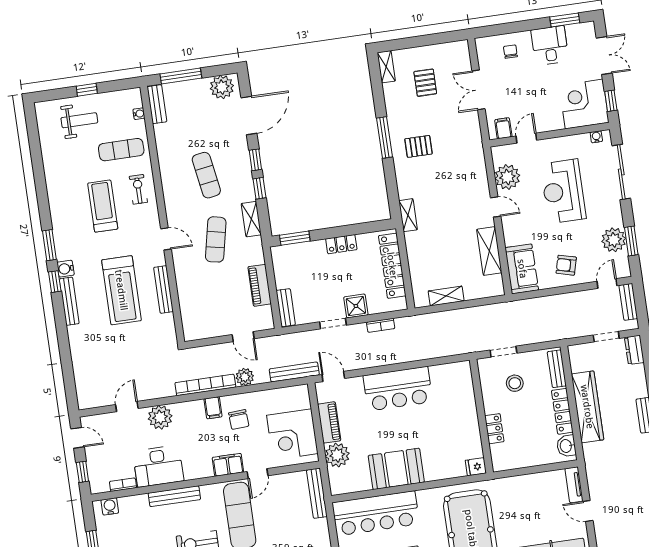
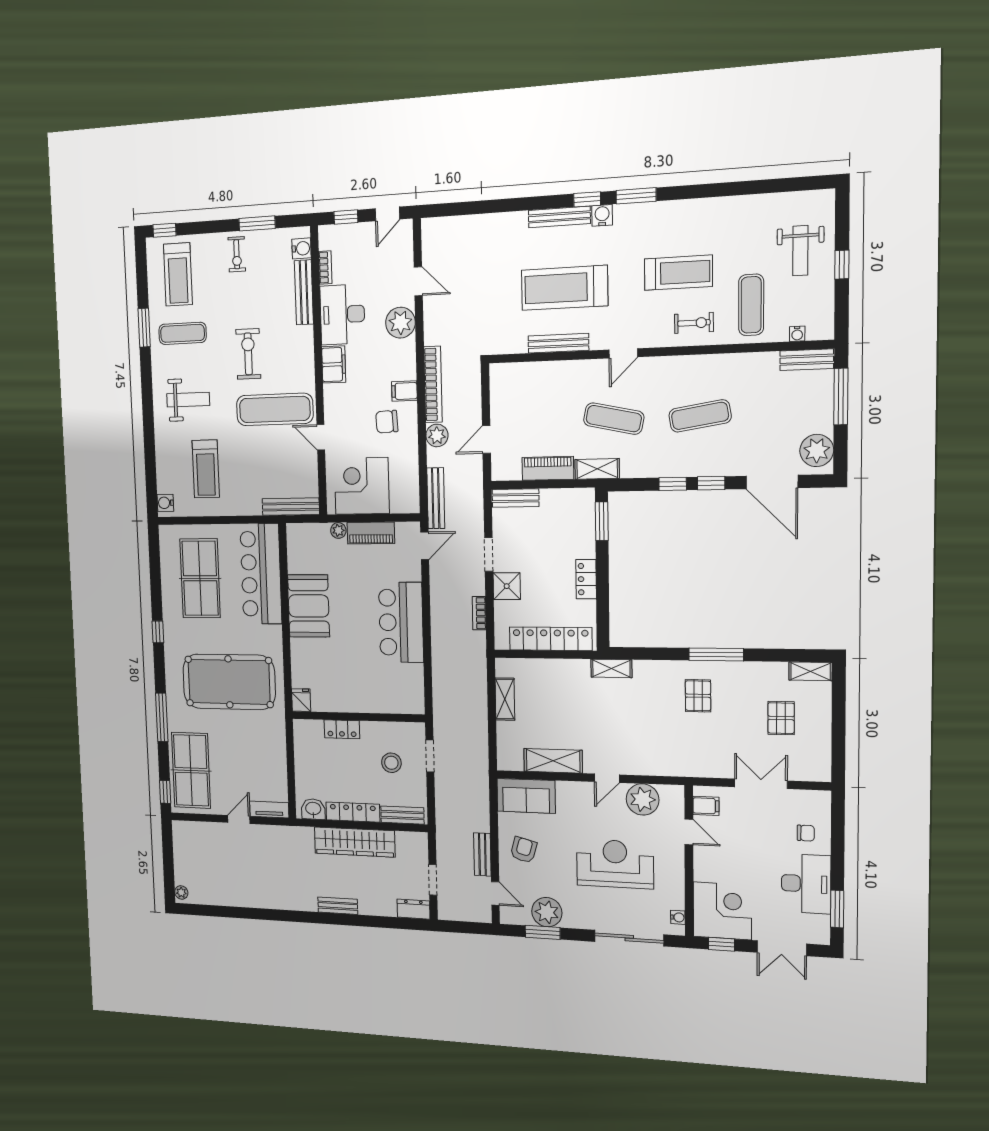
desk: (550, 45) -> (806, 884), width x1.37
pallet: (425, 83) -> (781, 718), turned 90
shelving: (251, 219) -> (597, 469), moved
bench: (628, 302) -> (482, 854), moved, turned 90
plant: (337, 455) -> (338, 530), width x0.53, depth x0.53
filing cabinet: (228, 465) -> (334, 364), moved
bench: (174, 496) -> (304, 292), moved

